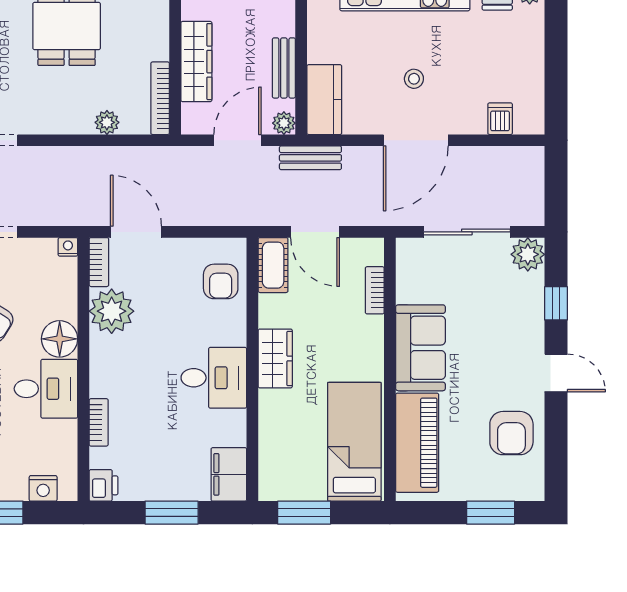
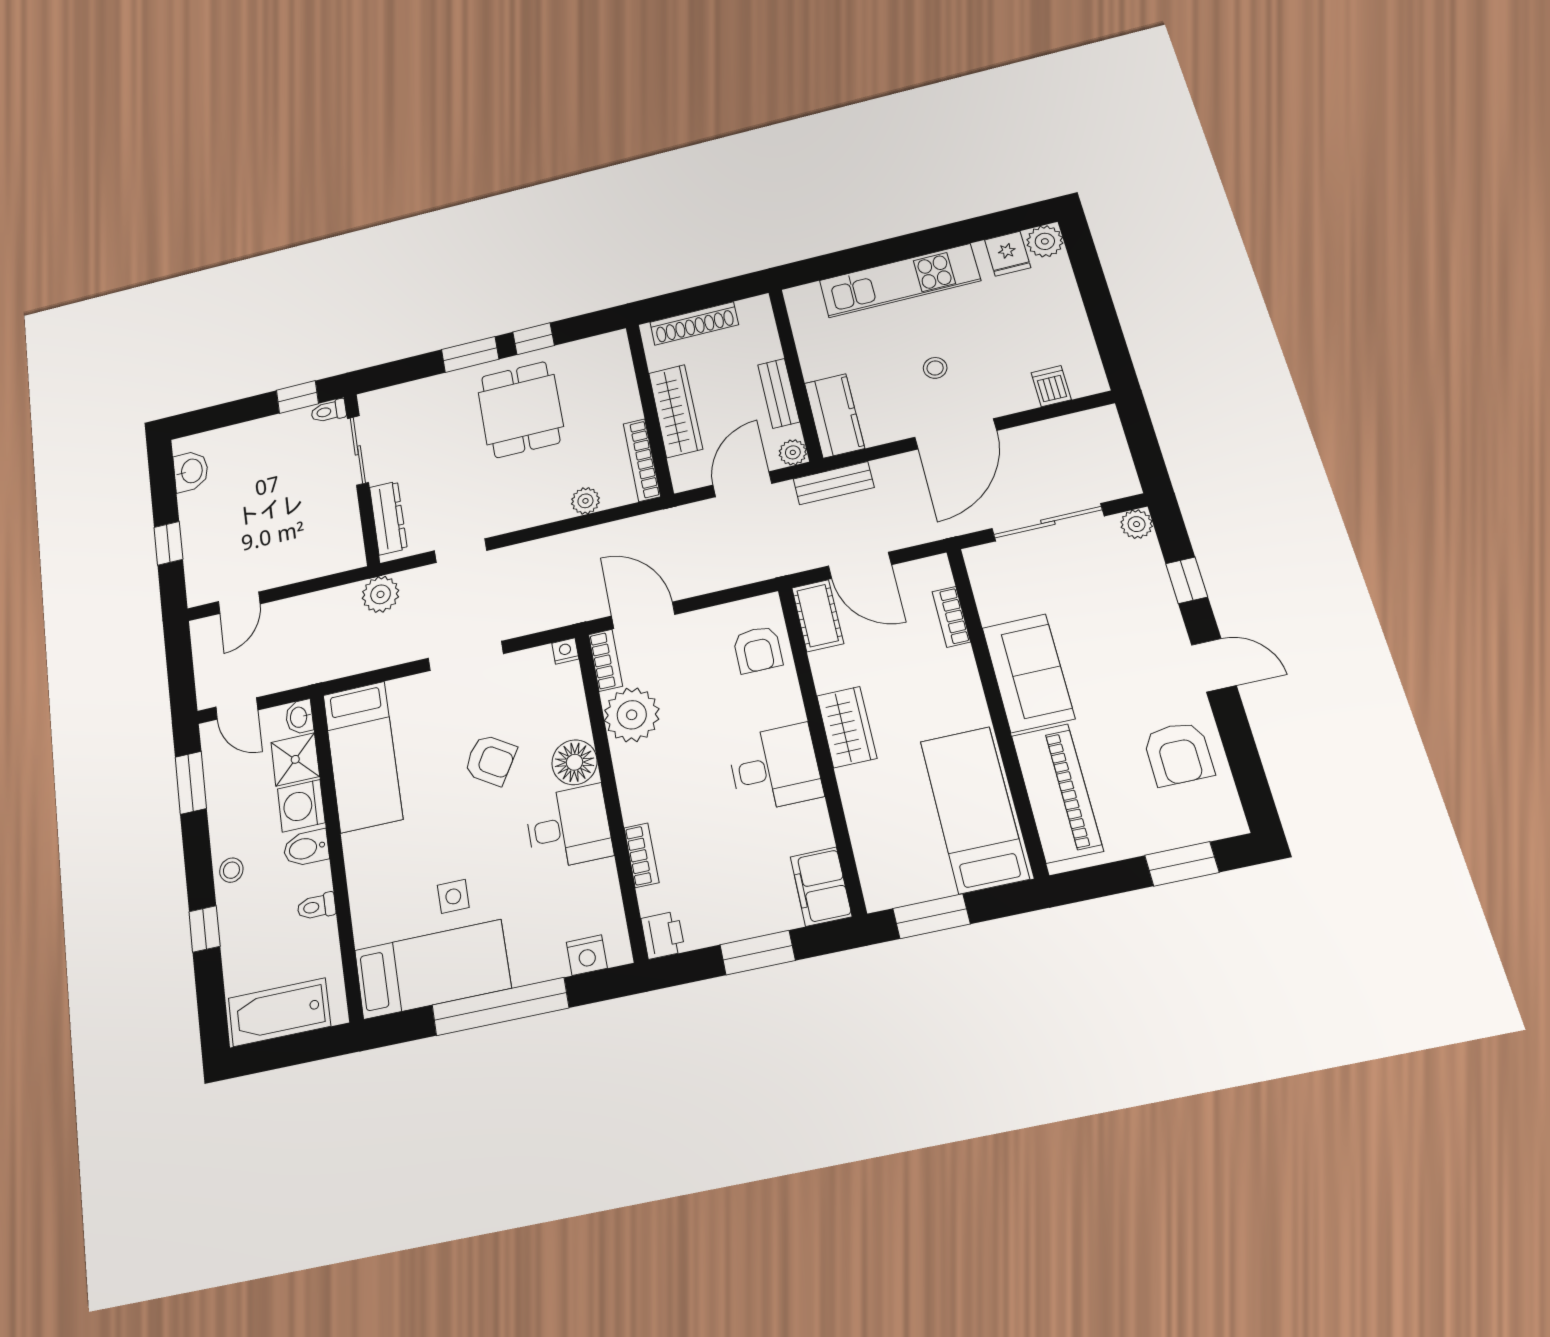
plant: (528, 254) -> (1137, 524), width x0.73, depth x0.73

